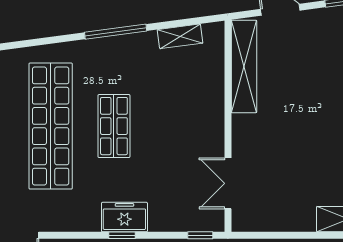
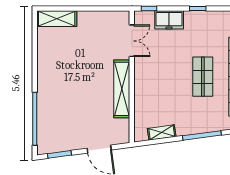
shelving: (244, 66) -> (122, 89), moved
freezer: (124, 217) -> (169, 20), moved

